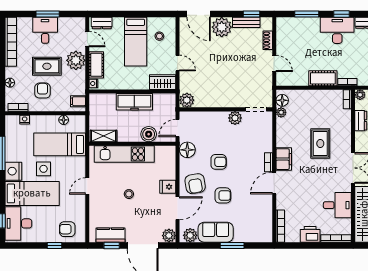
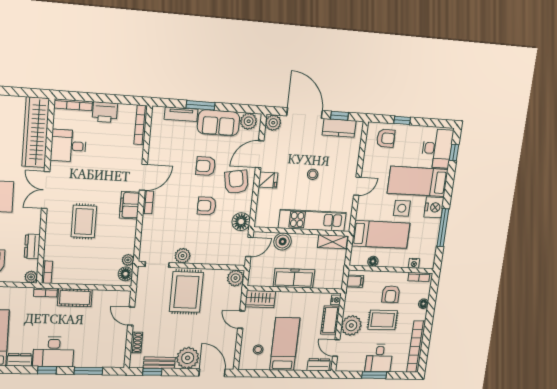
rug: (229, 86) -> (186, 292), added
tv unit: (248, 237) -> (181, 114), added

